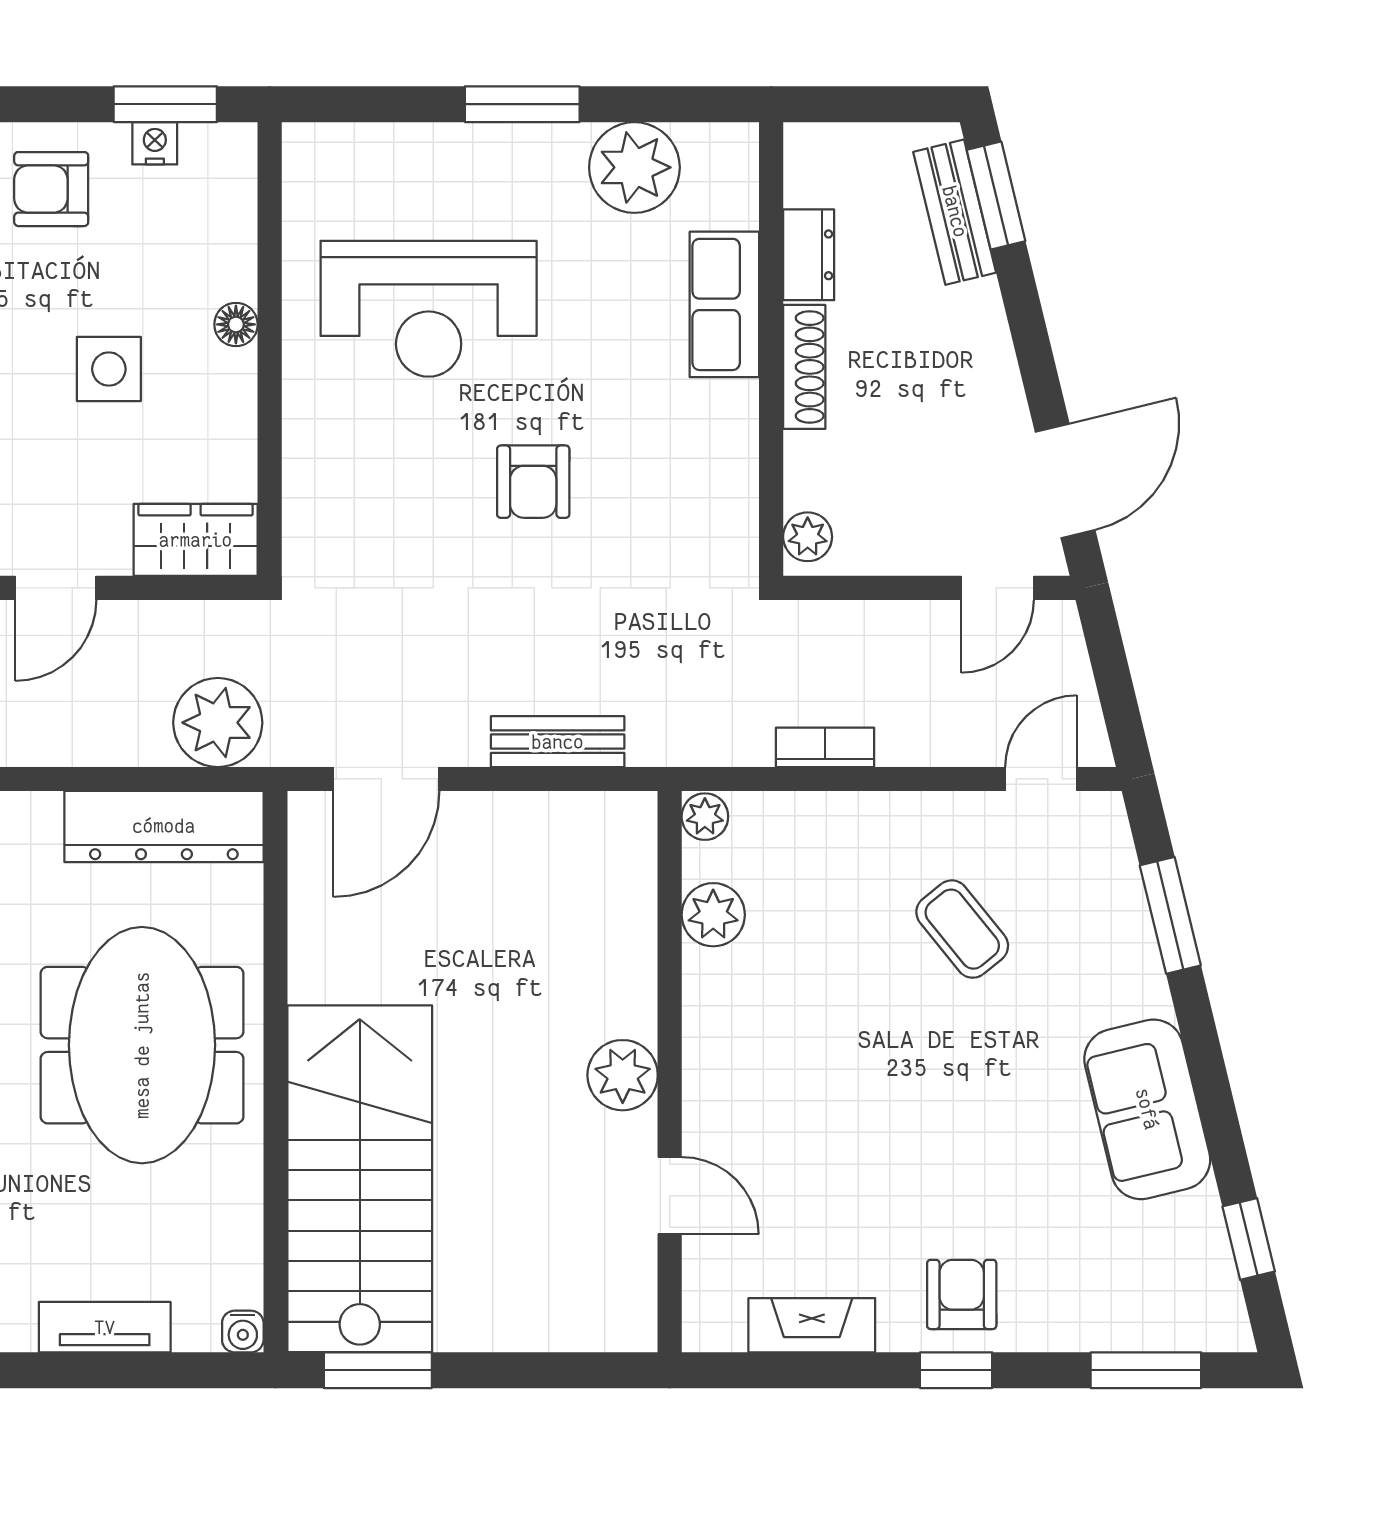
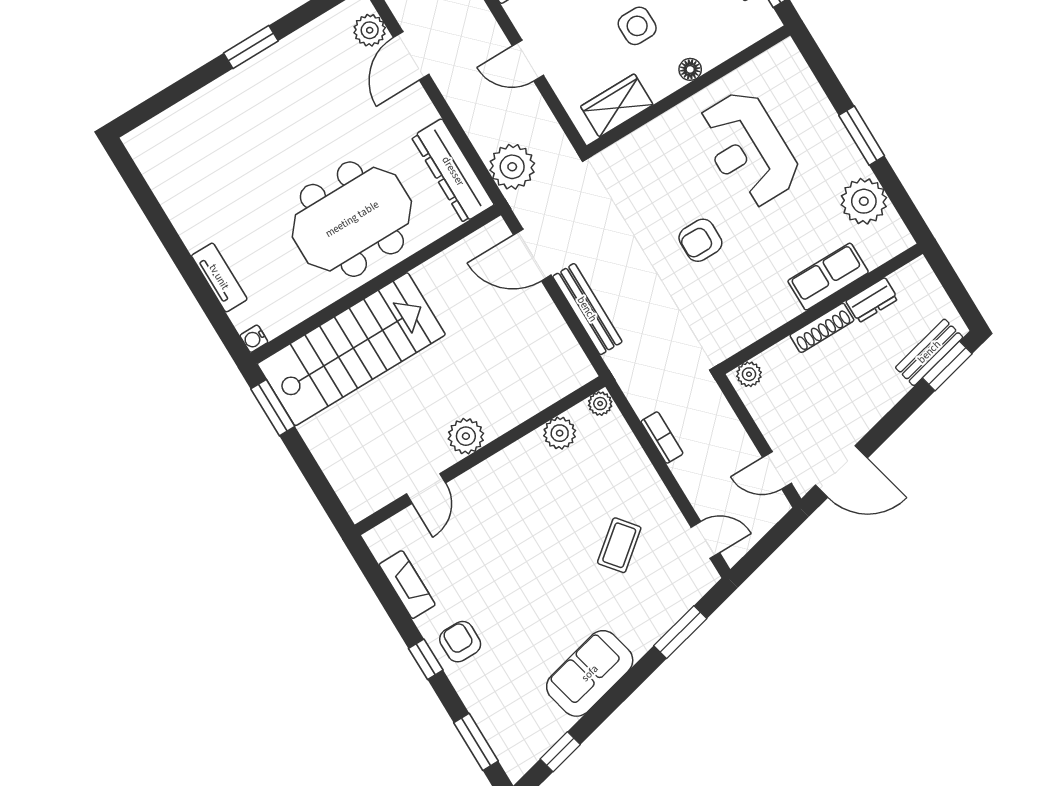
wardrobe: (196, 540) -> (617, 105), moved, turned -90
bench: (558, 742) -> (587, 309), width x1.36
armchair: (962, 1294) -> (460, 642), turned -90

